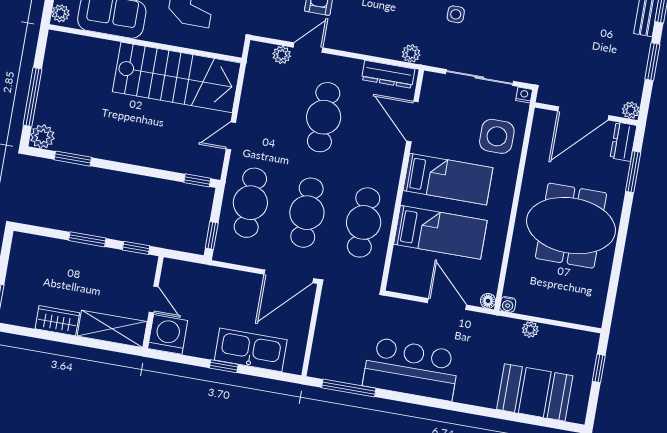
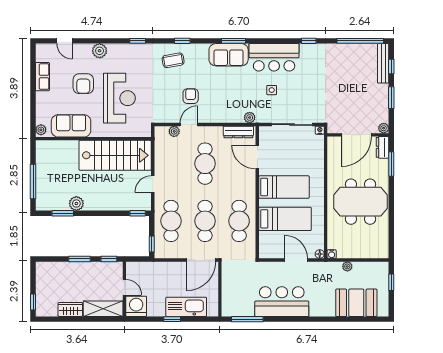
plant: (42, 136) -> (76, 203), moved
side table: (497, 136) -> (308, 157), removed

